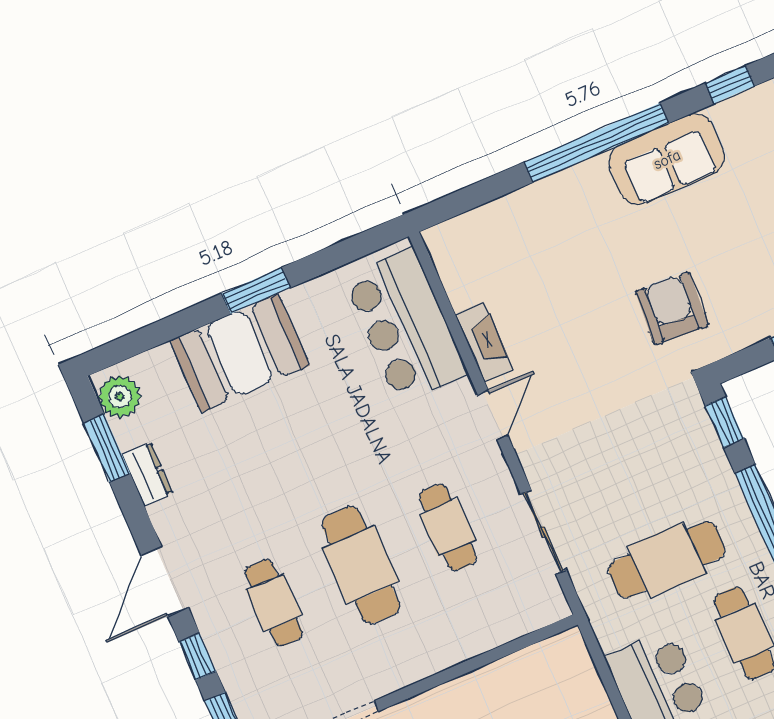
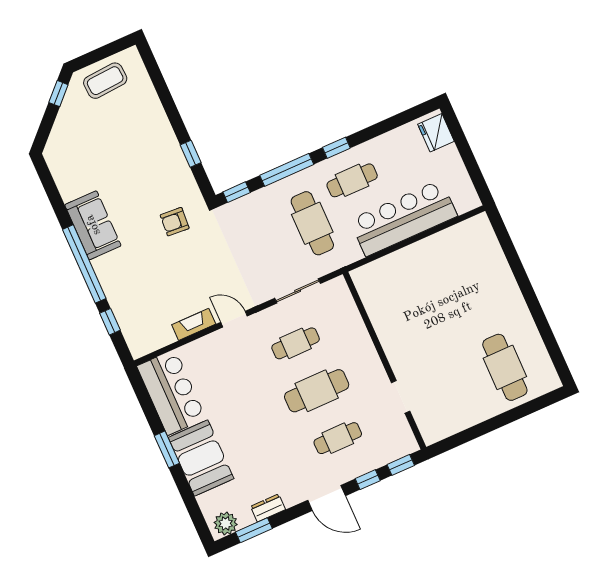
window: (730, 85) -> (110, 322), moved
armchair: (672, 308) -> (175, 222), width x0.72, depth x0.72
bar counter: (406, 326) -> (171, 392), moved, turned -90

